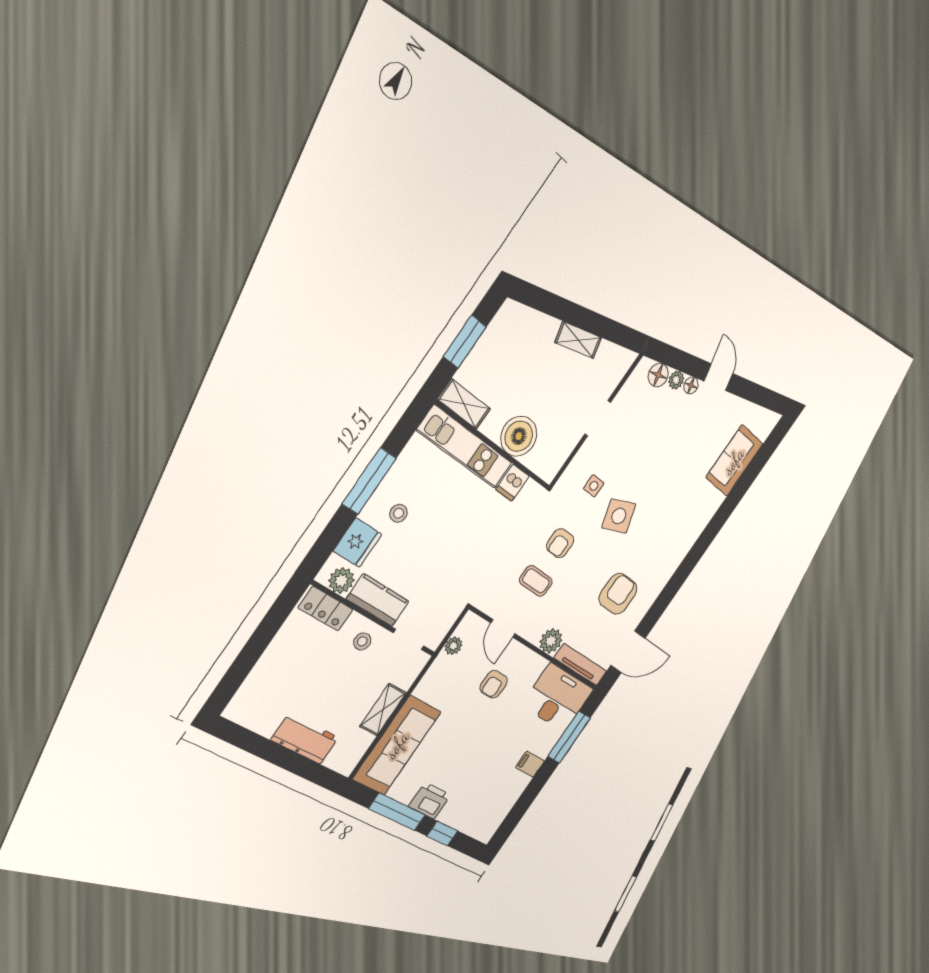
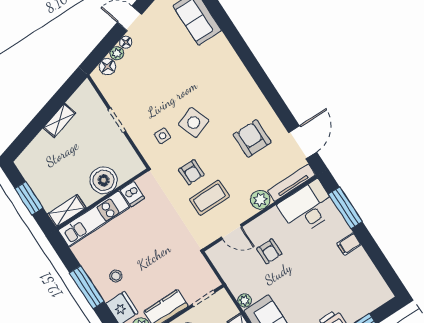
coffee table: (536, 581) -> (209, 198), width x1.36, depth x1.30
plant: (453, 646) -> (245, 300), moved

